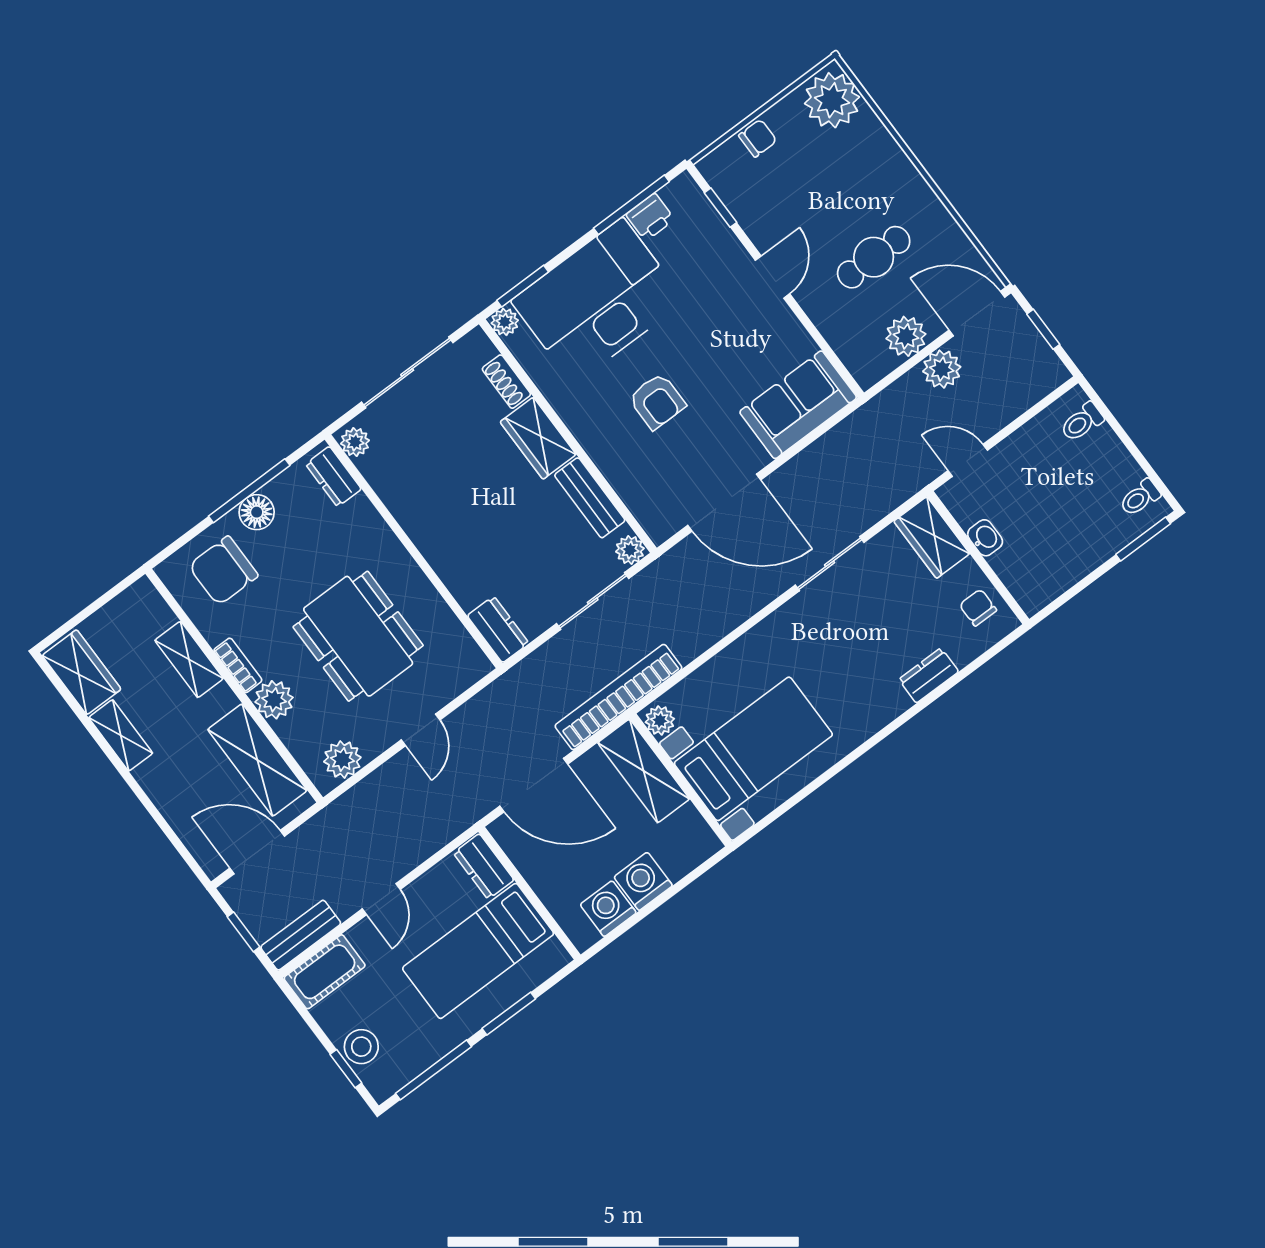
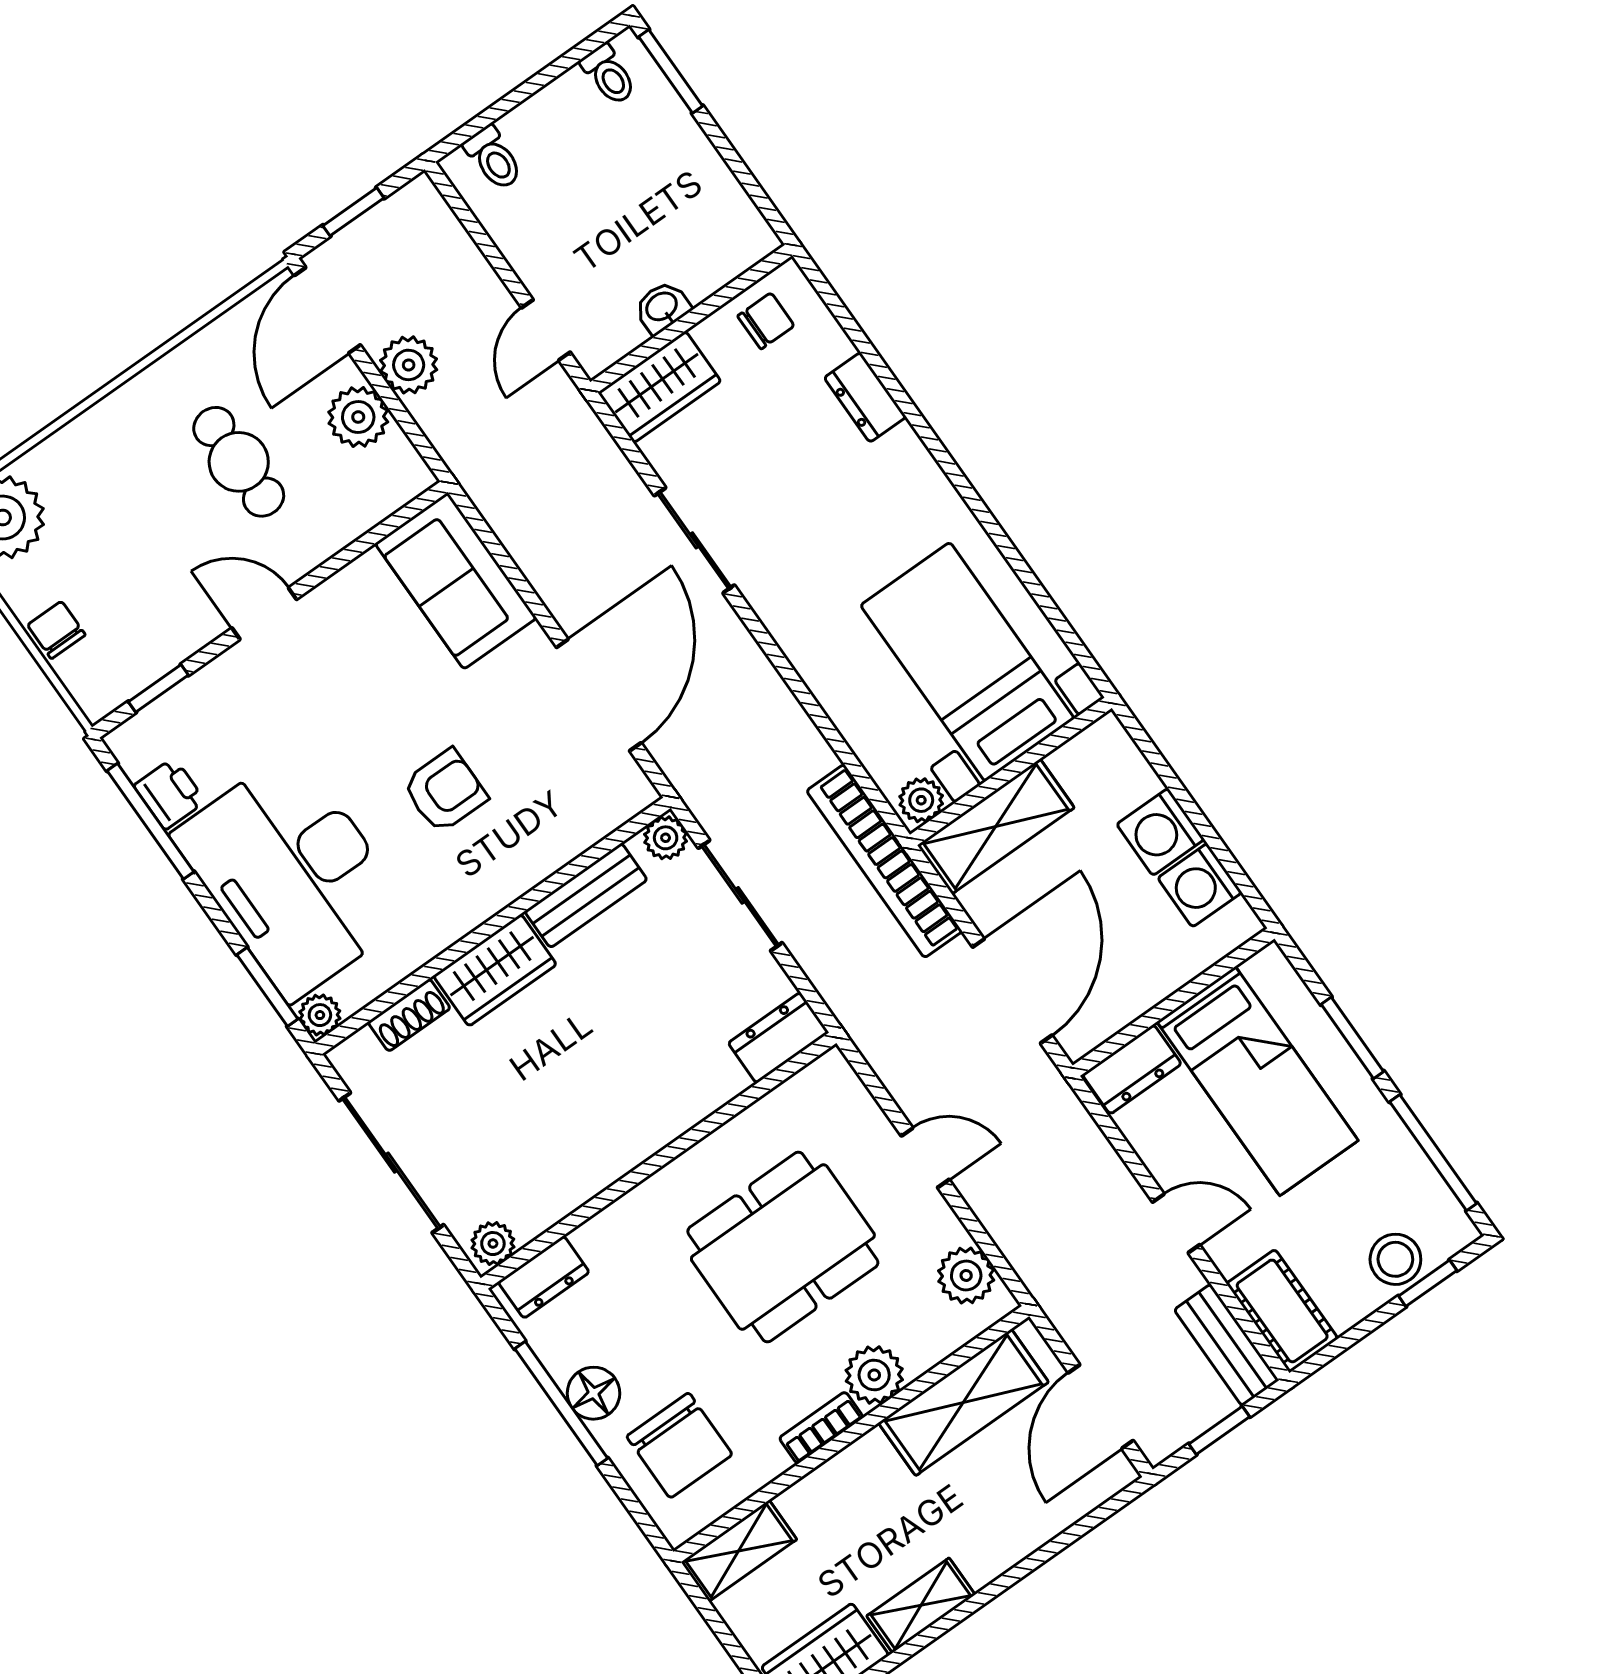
chair: (978, 608) -> (766, 321), turned 180
shelving: (189, 659) -> (739, 1551), moved

